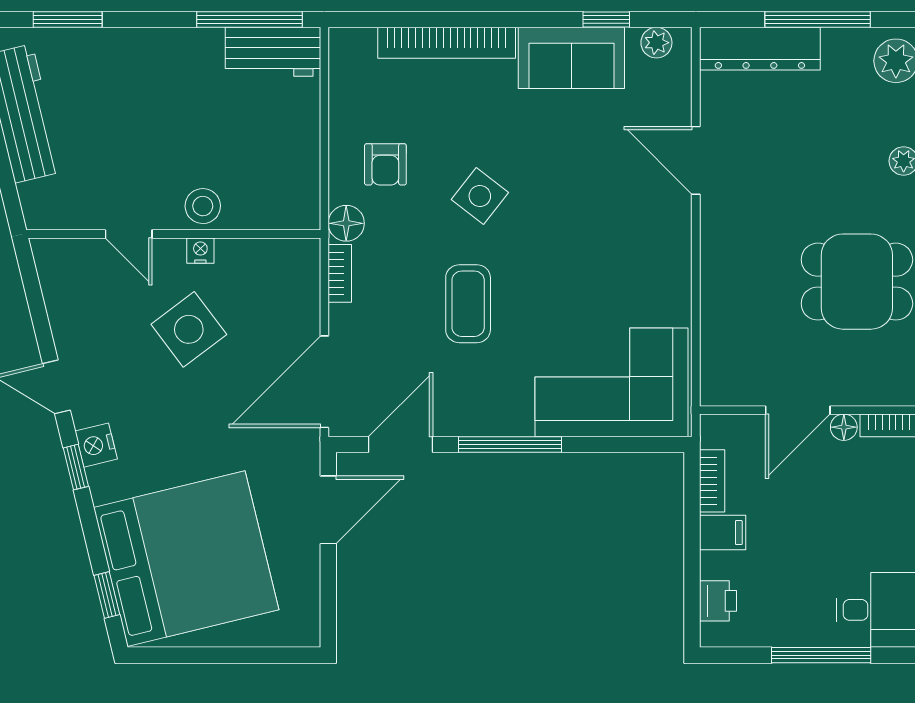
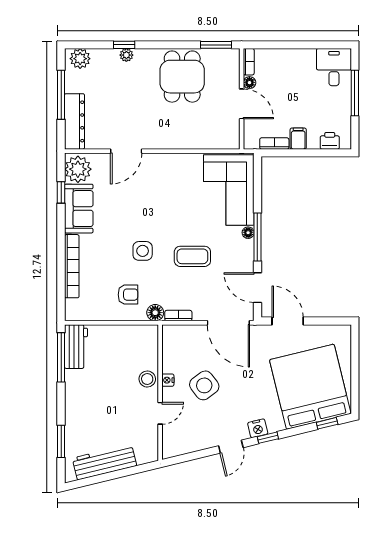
plant: (656, 43) -> (78, 169), width x1.88, depth x1.88
side table: (480, 196) -> (143, 251), turned -38
floor lamp: (519, 424) -> (248, 233), added

